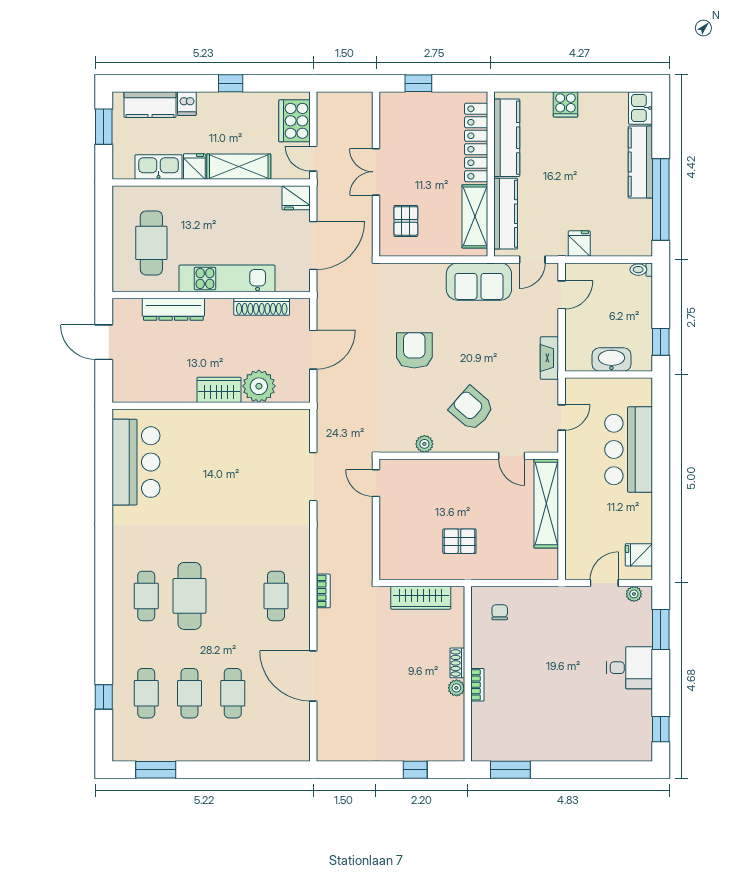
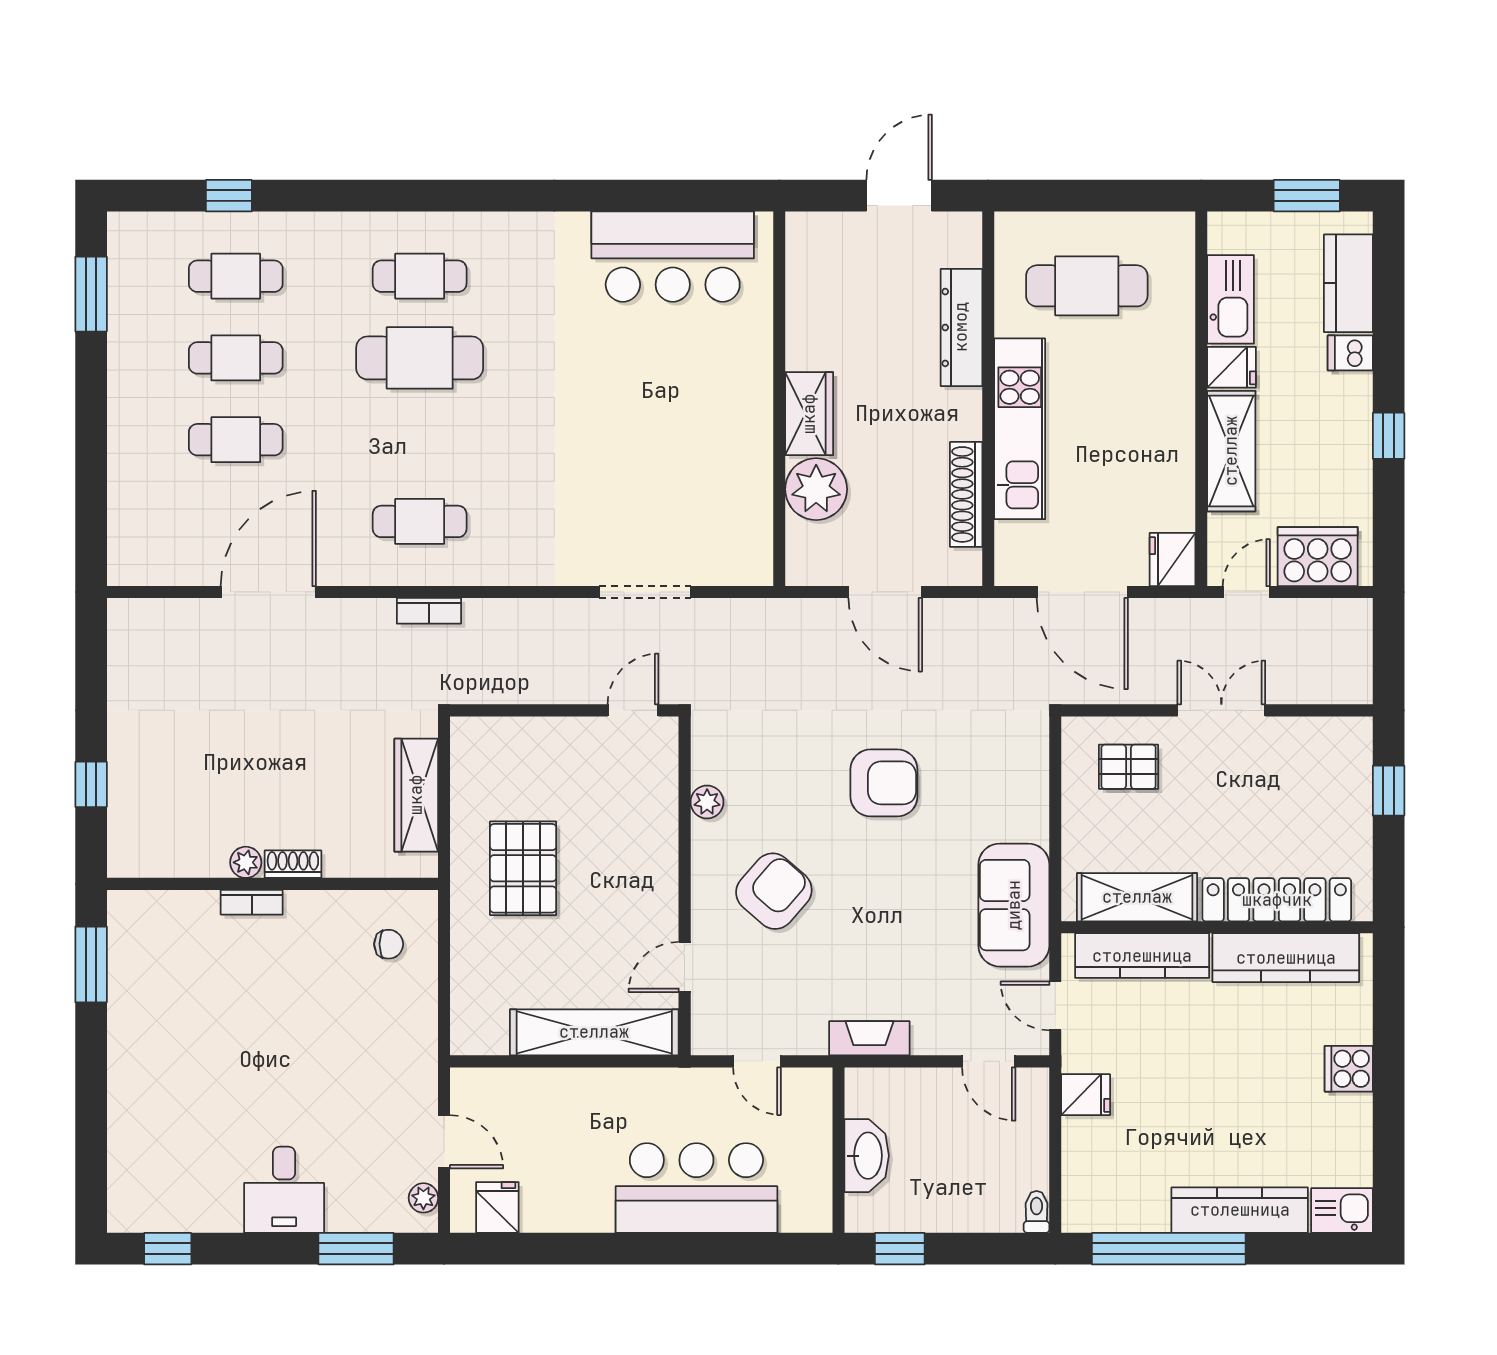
pallet: (459, 541) -> (523, 868), width x1.50, depth x1.42

